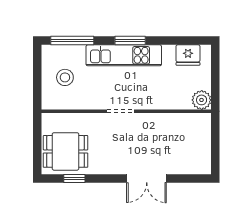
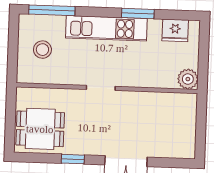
window: (130, 41) -> (138, 13), moved
window: (74, 179) -> (73, 159), moved

